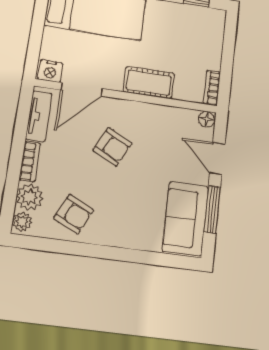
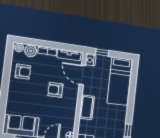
window: (34, 46) -> (102, 52), added
armchair: (112, 147) -> (55, 90), turned 63
armchair: (74, 214) -> (23, 72), turned -116

